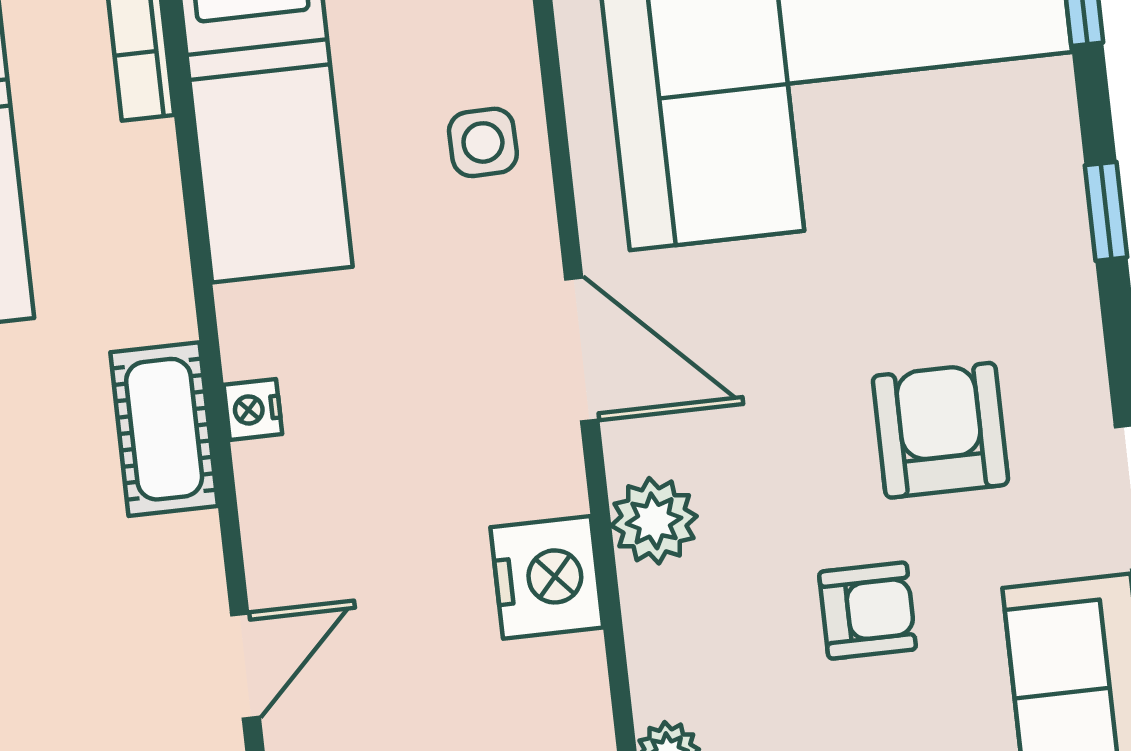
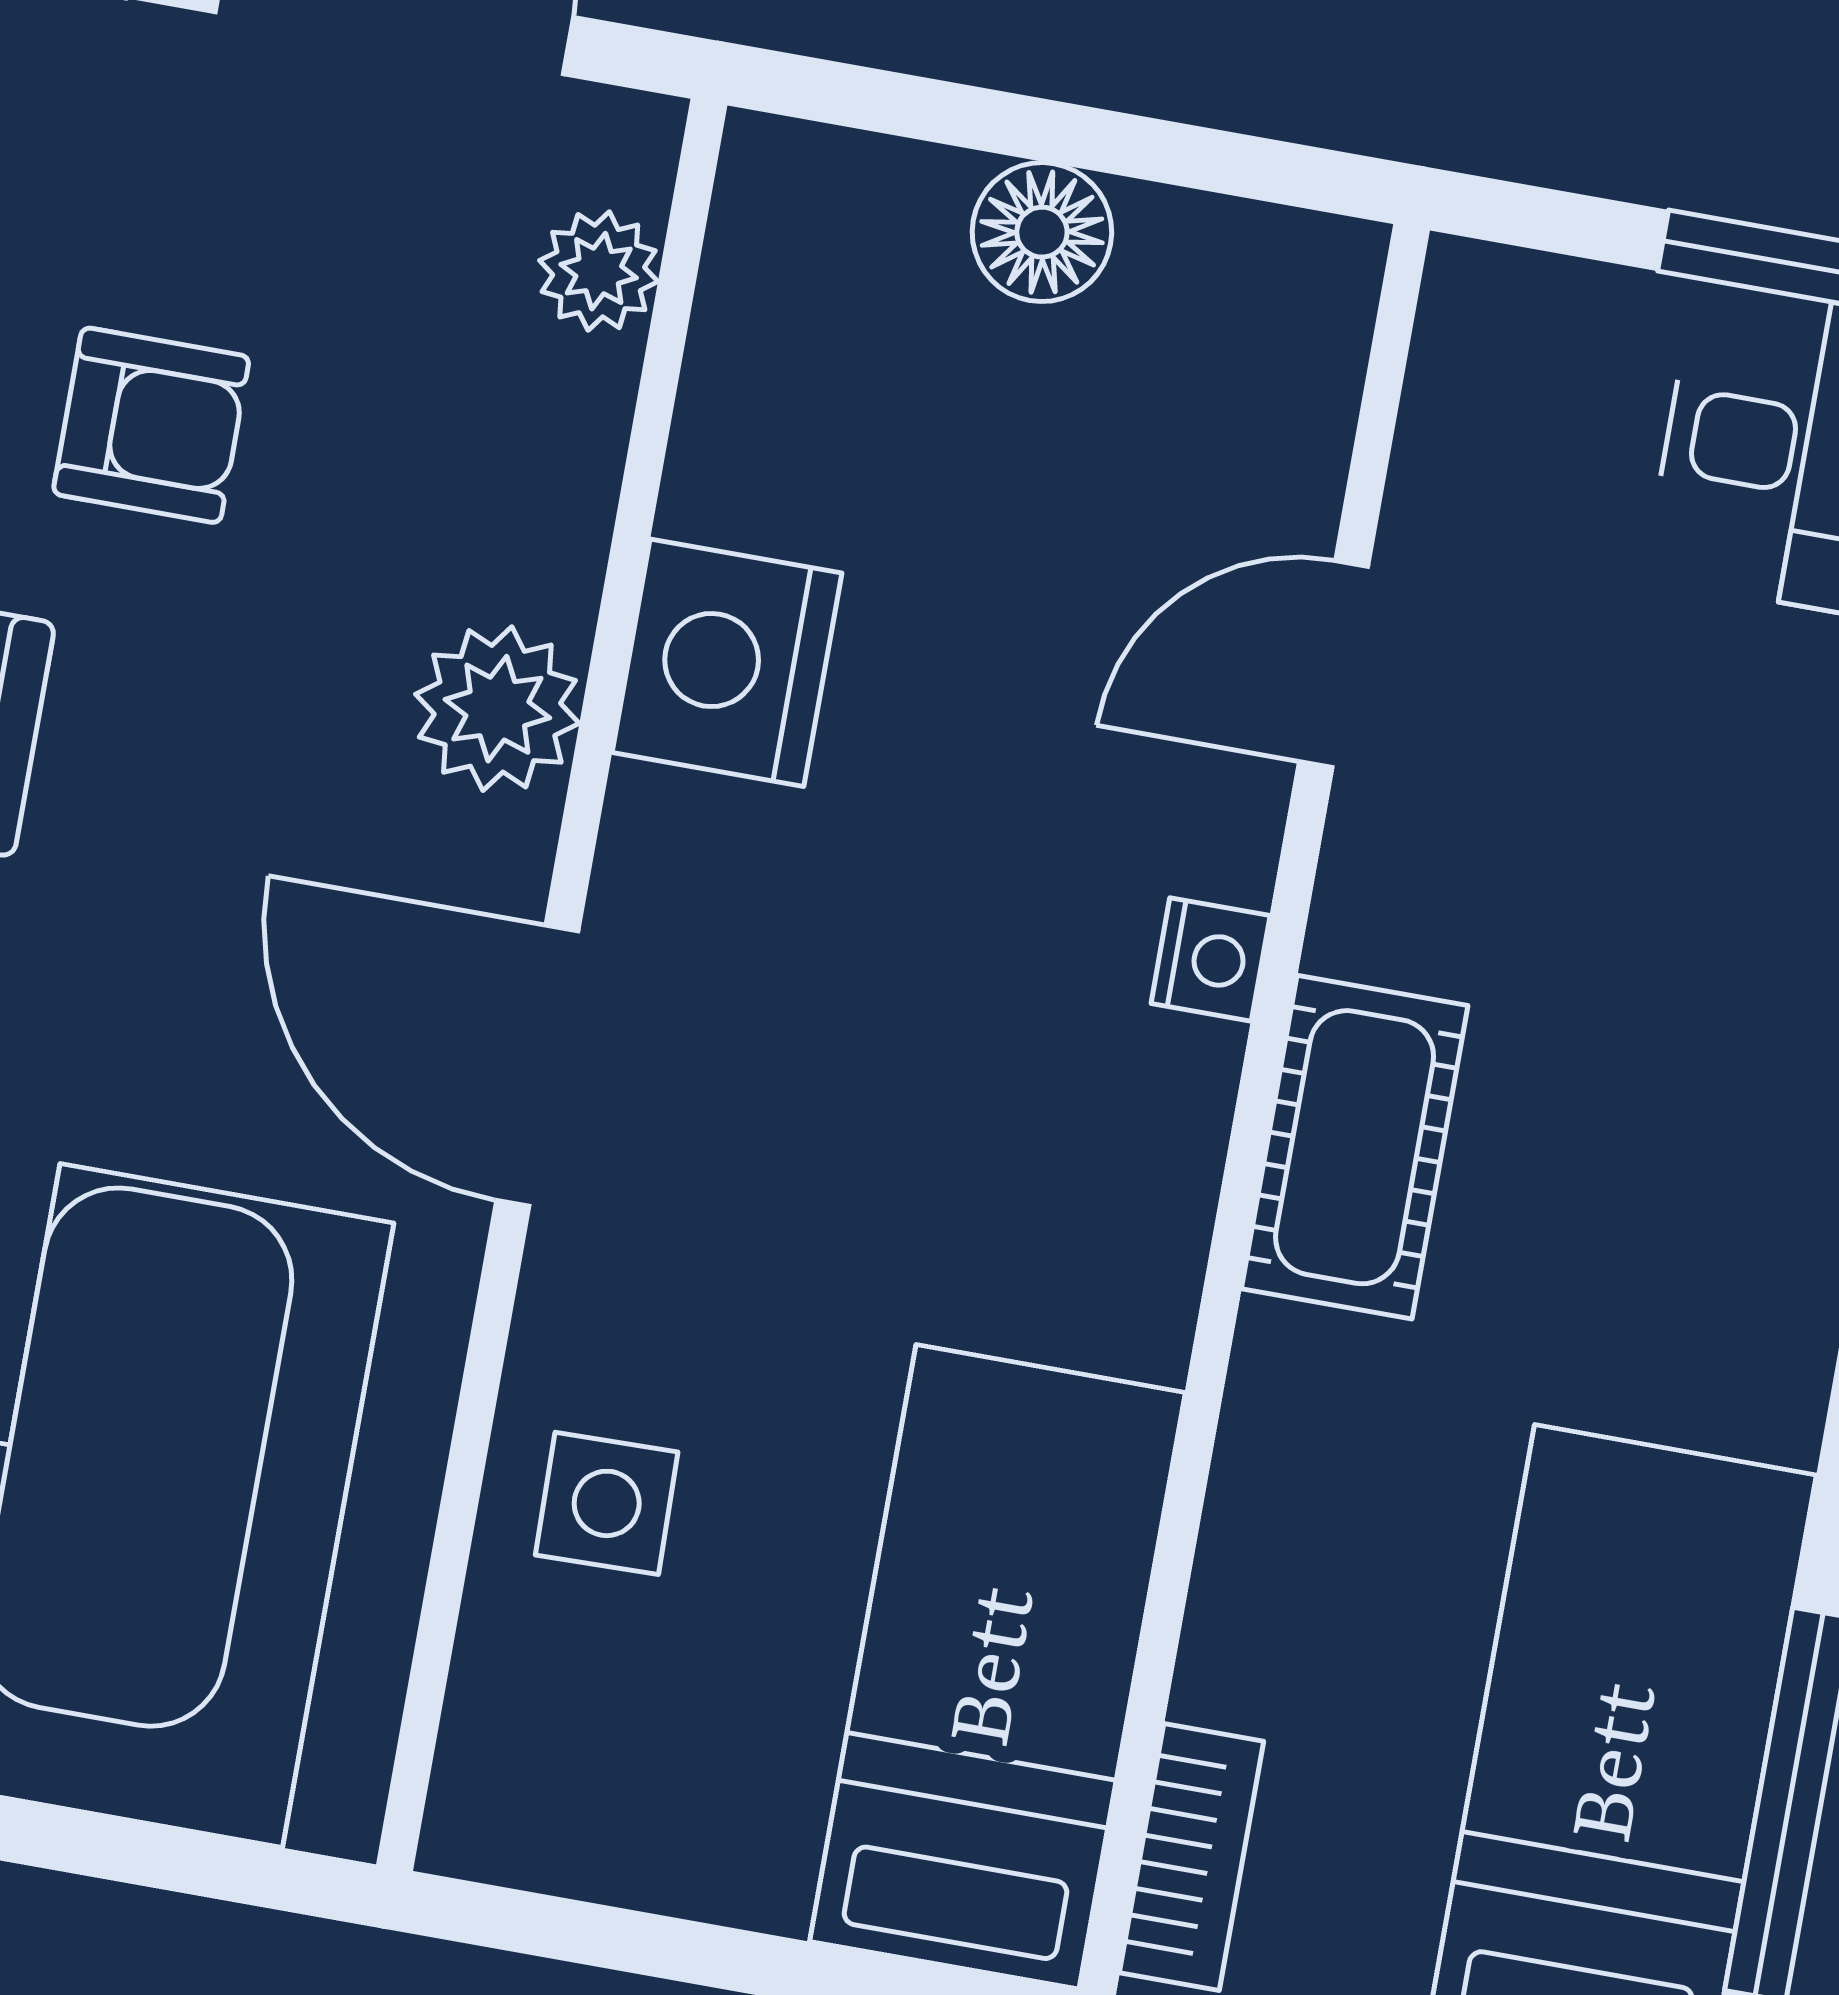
nightstand: (253, 409) -> (1211, 960), moved
armchair: (868, 611) -> (151, 425), turned 180

